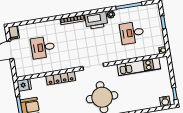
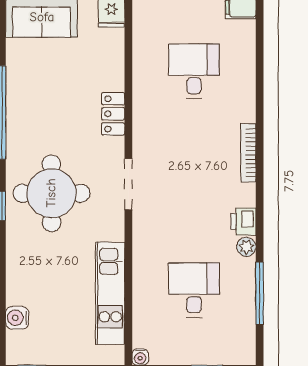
printer: (96, 20) -> (244, 222), width x0.53, depth x0.68
locker: (61, 78) -> (113, 114), width x0.66
water cooler: (165, 101) -> (17, 318), moved

